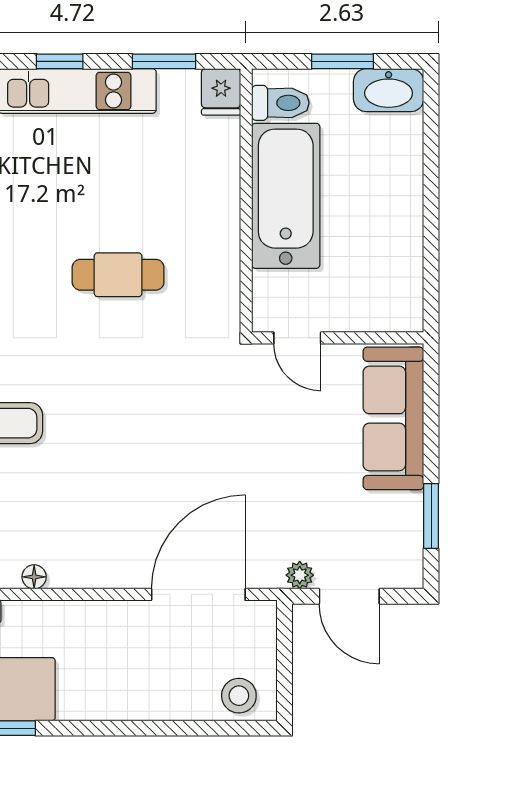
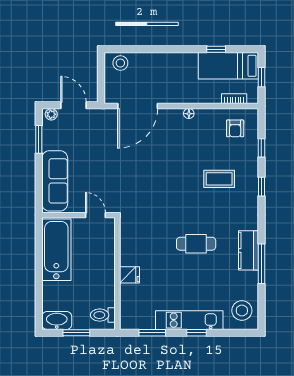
fridge: (221, 92) -> (130, 275), moved, turned 90
bathtub: (286, 196) -> (56, 250), moved, turned 180
cafe table: (118, 275) -> (196, 244), moved
plant: (300, 575) -> (51, 114), moved
floor lamp: (34, 577) -> (189, 114), moved

